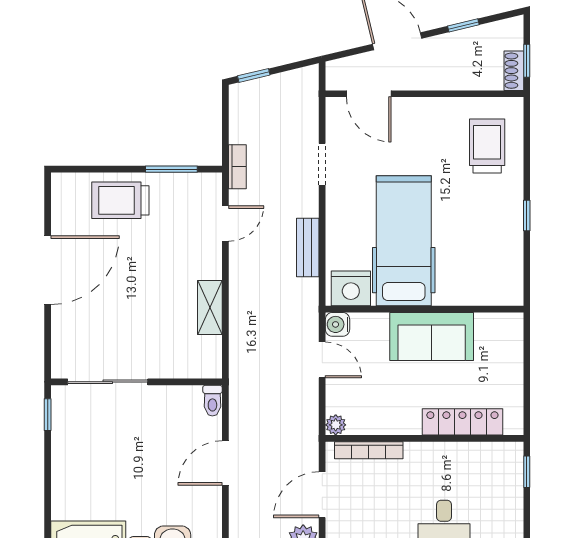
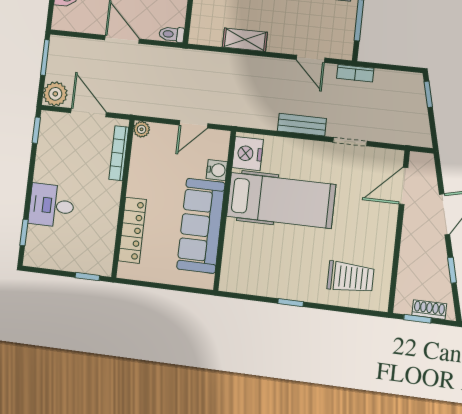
shoe rack: (514, 71) -> (429, 310), moved
bench: (308, 247) -> (302, 125), moved
water cooler: (337, 324) -> (217, 170), moved, turned 90
sofa: (432, 336) -> (201, 226), width x1.36

